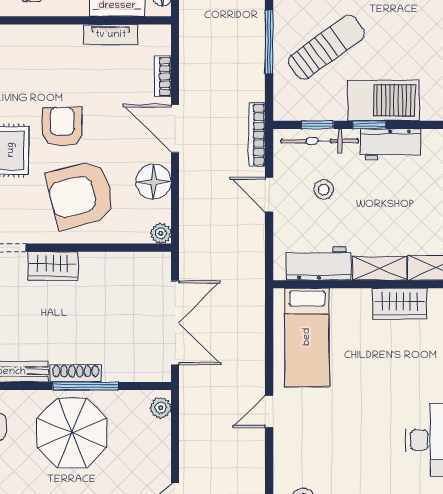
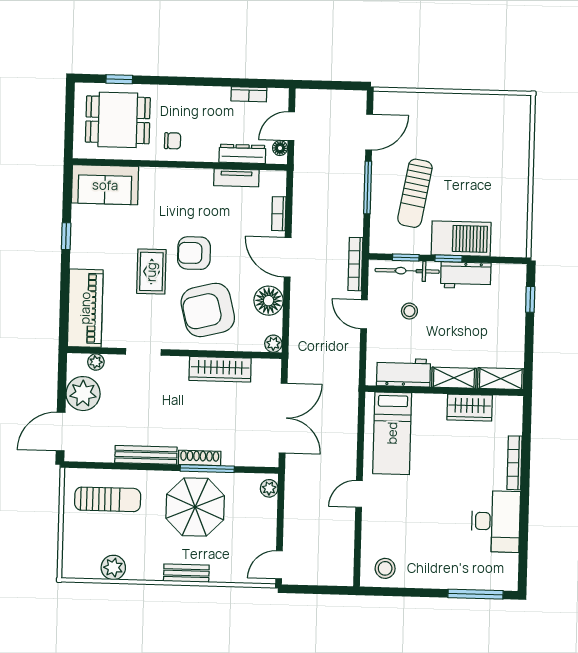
sun lounger: (326, 47) -> (415, 193), turned 136
armchair: (62, 127) -> (194, 253), turned -90
wardrobe: (53, 266) -> (220, 369), moved, width x1.50

